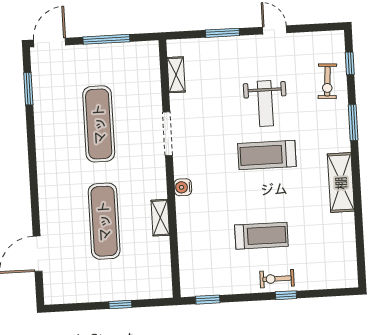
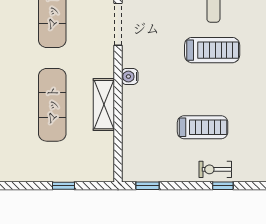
treadmill: (267, 155) -> (212, 50), turned 180
shelving: (160, 218) -> (104, 105), width x1.50, depth x1.33

